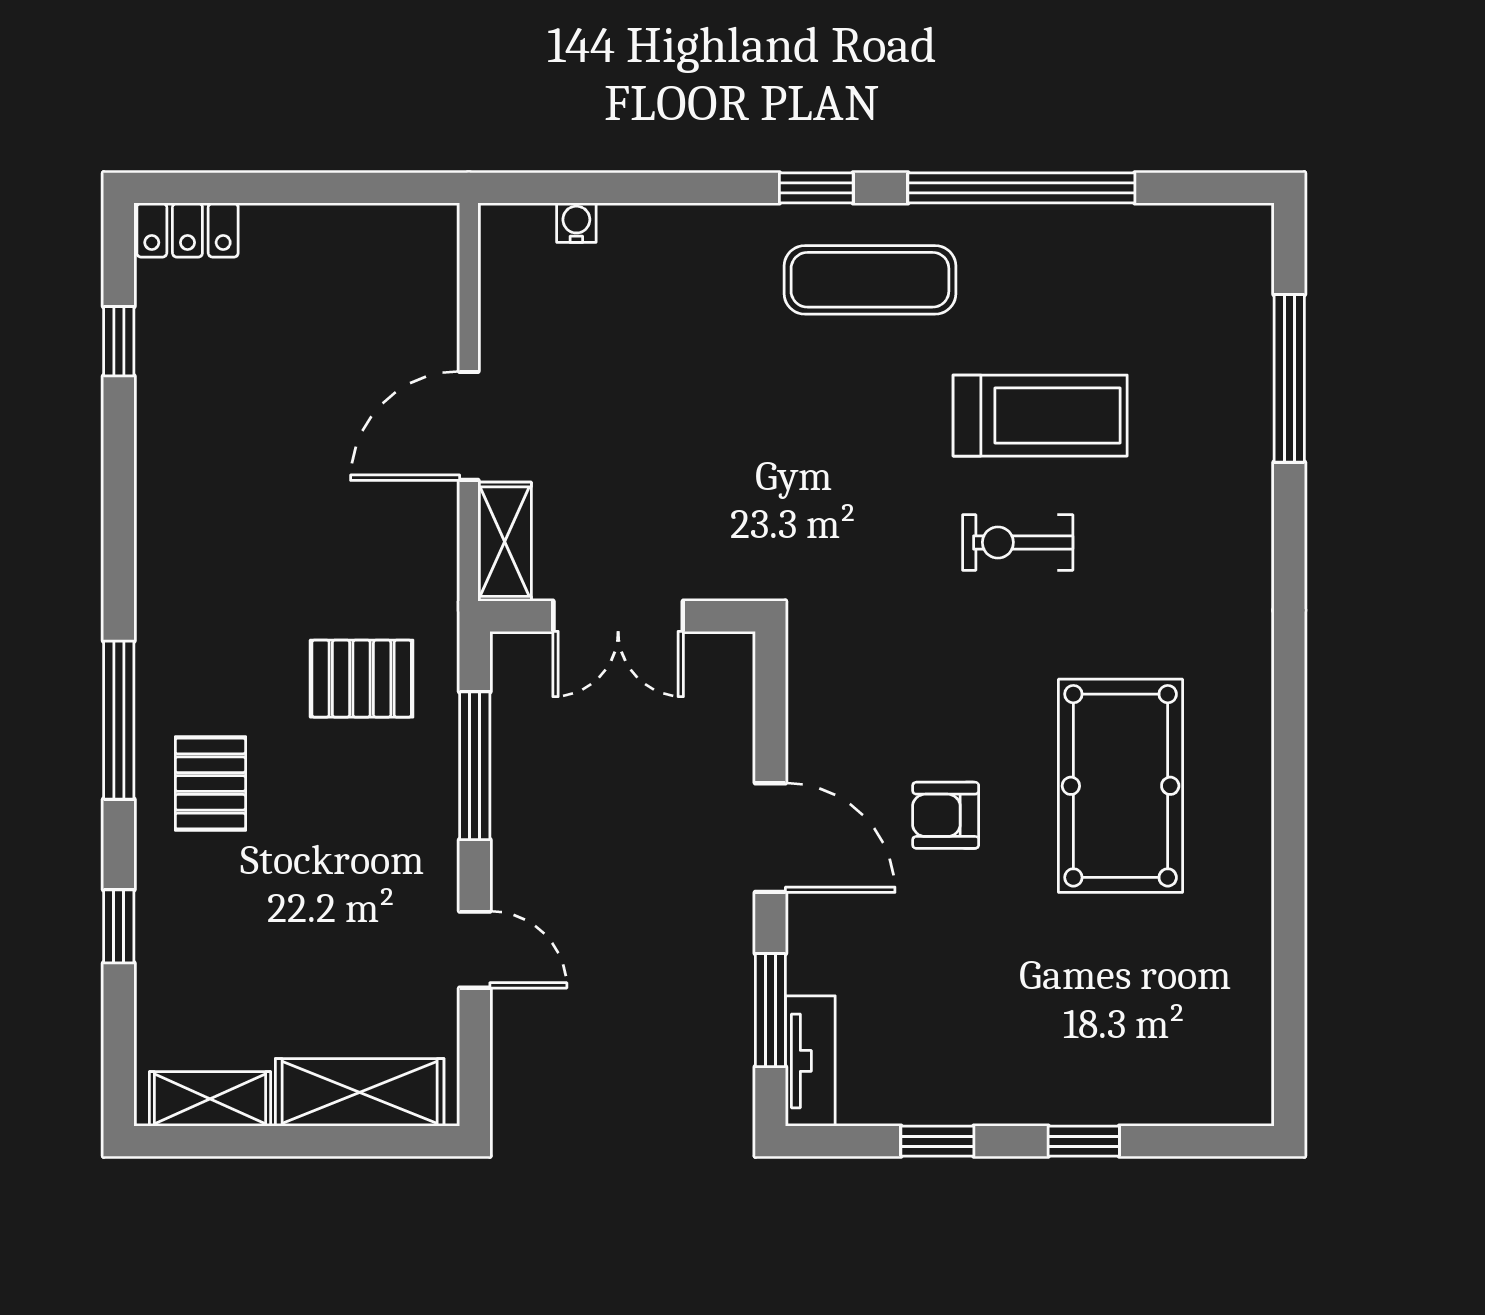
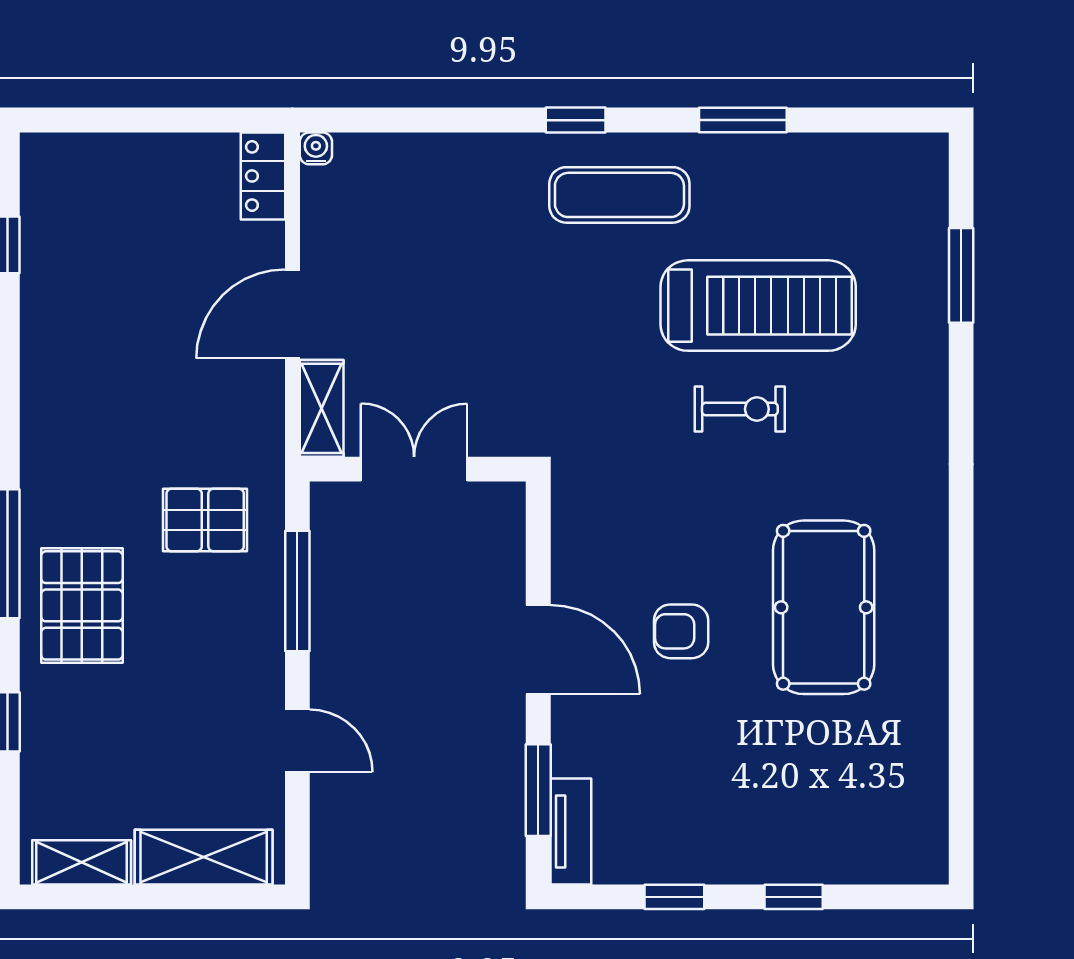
window: (1021, 188) -> (743, 120), width x0.47
water cooler: (576, 223) -> (316, 148), moved
locker: (187, 230) -> (263, 176), moved, turned 90
window: (1289, 378) -> (961, 275), width x0.69
treadmill: (1040, 416) -> (758, 306), width x1.37, depth x1.38
exercise bike: (1018, 542) -> (740, 409), turned 180
double door: (618, 616) -> (414, 469), swing flipped
pallet: (210, 784) -> (82, 605), width x1.50, depth x1.42

